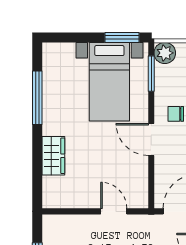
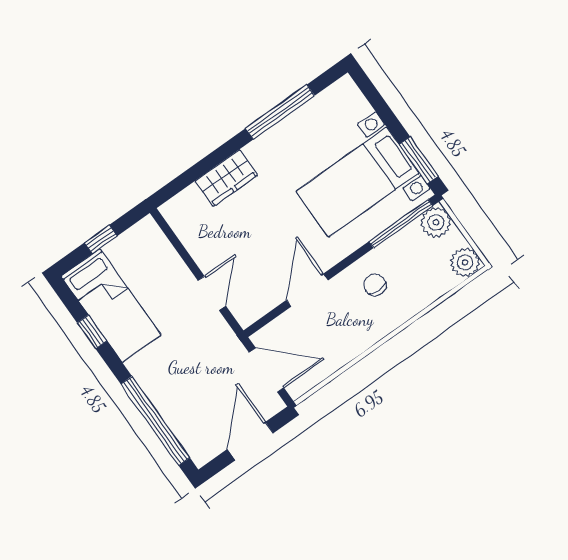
window: (151, 74) -> (401, 224), width x1.44
door: (151, 139) -> (307, 290), moved

